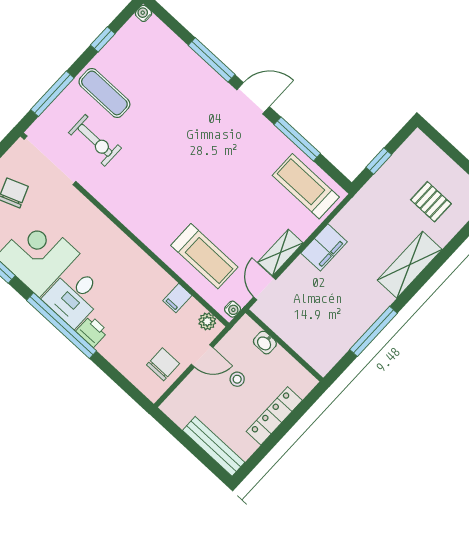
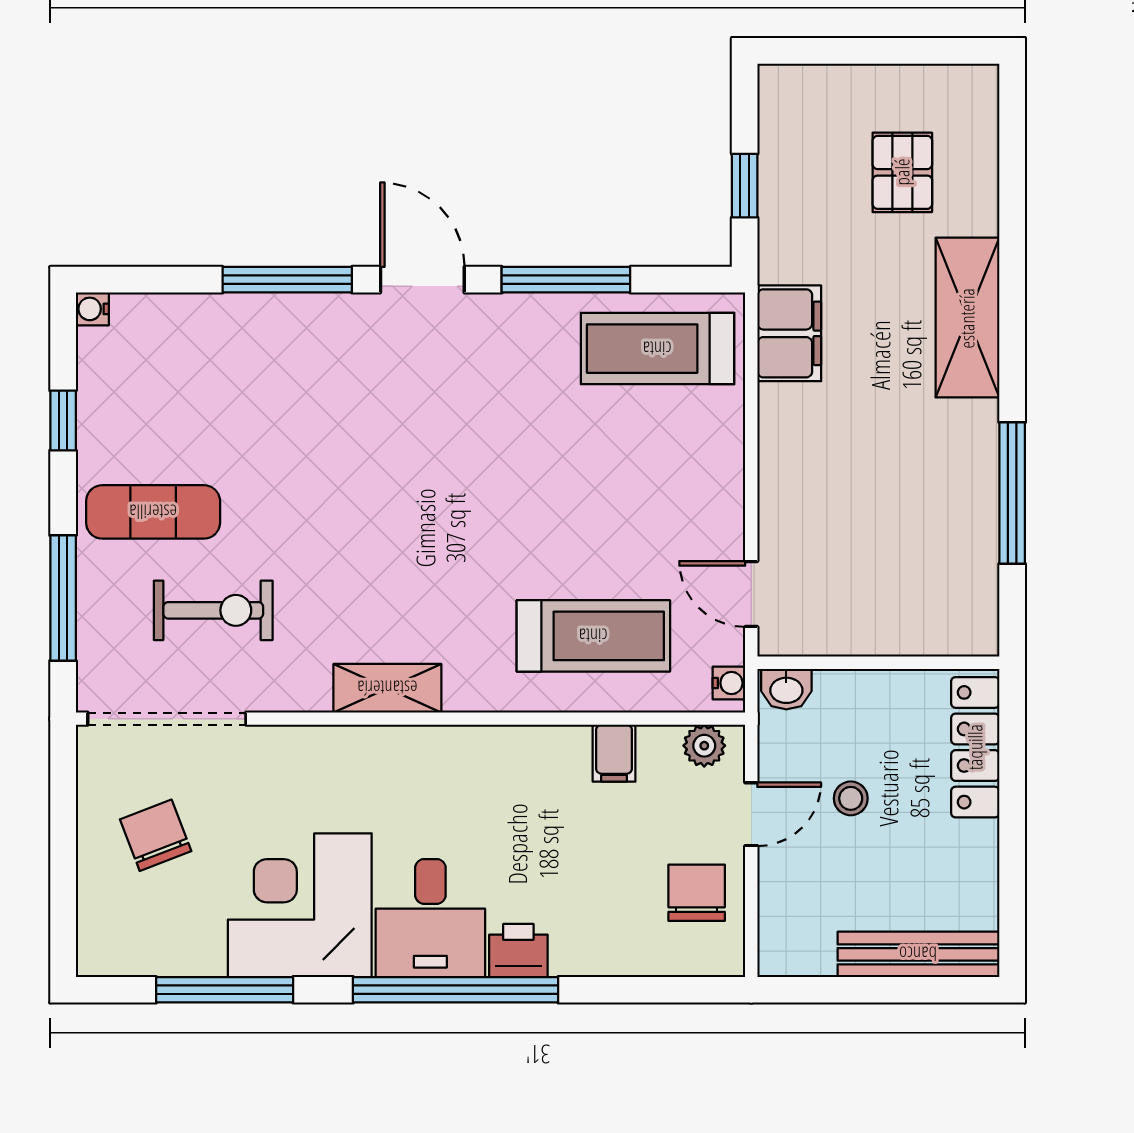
door: (253, 98) -> (422, 280), hinge flipped
pallet: (431, 202) -> (902, 172), turned 90
filing cabinet: (324, 247) -> (789, 333), moved
shelving: (280, 252) -> (387, 688), moved, turned 90
washbasin: (265, 343) -> (786, 689), moved
locker: (274, 416) -> (975, 747), moved

